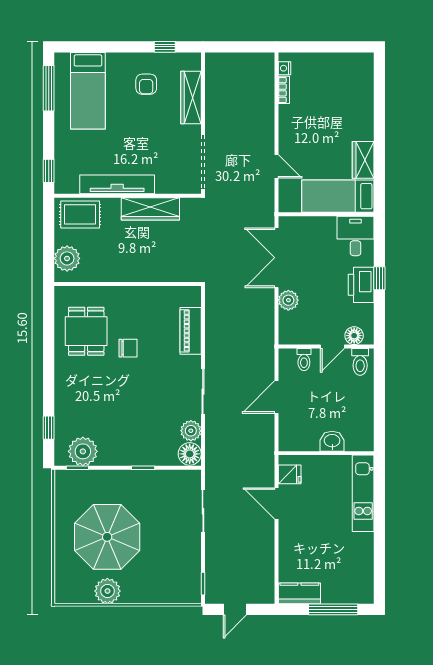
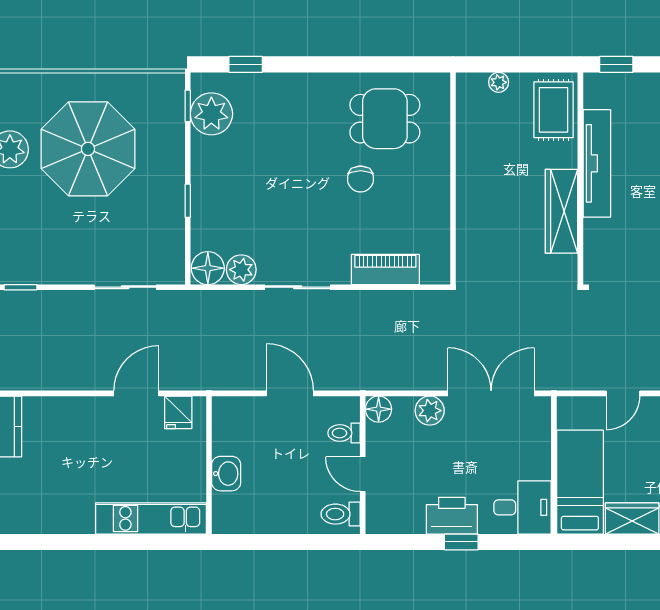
plant: (67, 258) -> (499, 82), width x0.53, depth x0.53
floor lamp: (354, 336) -> (379, 409), moved

